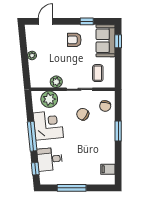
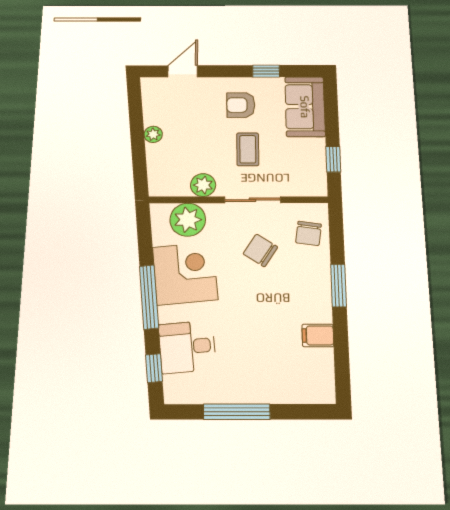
window: (118, 41) -> (333, 159), moved
coffee table: (98, 73) -> (248, 149), moved
filing cabinet: (108, 169) -> (318, 335), moved

